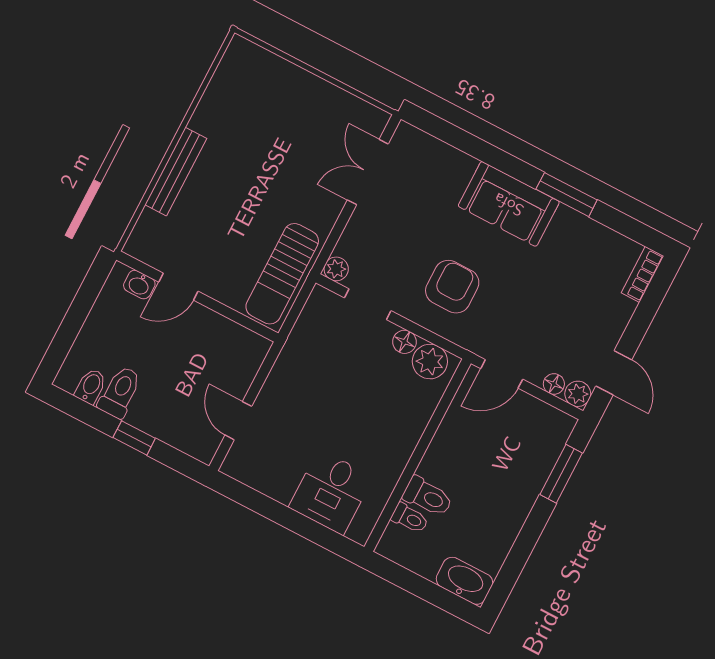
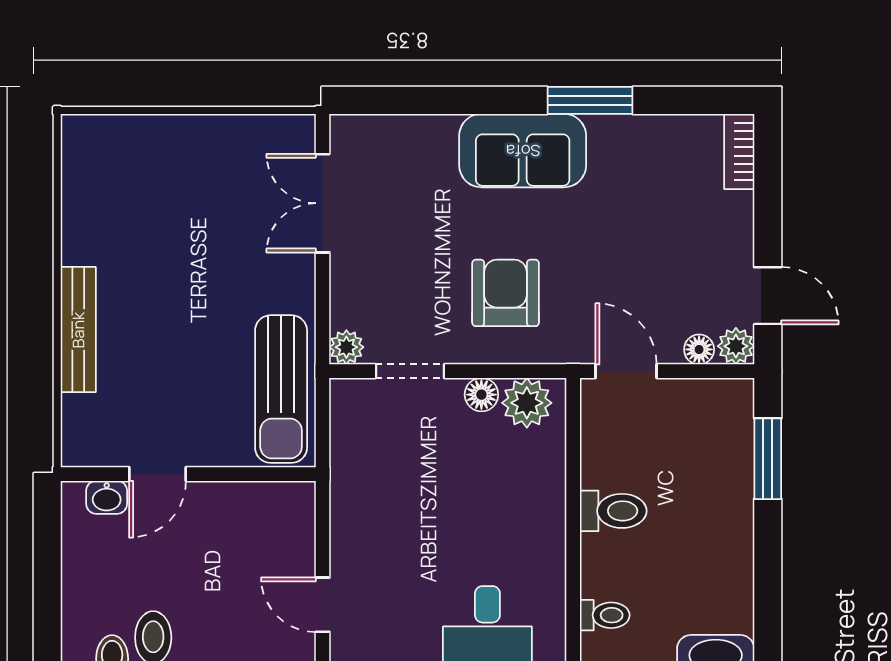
door: (502, 374) -> (626, 371), swing flipped
toilet: (428, 497) -> (613, 511), moved

